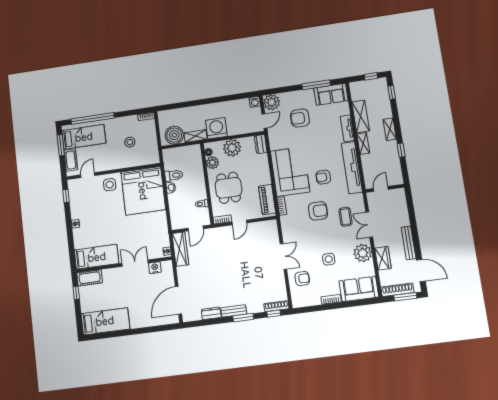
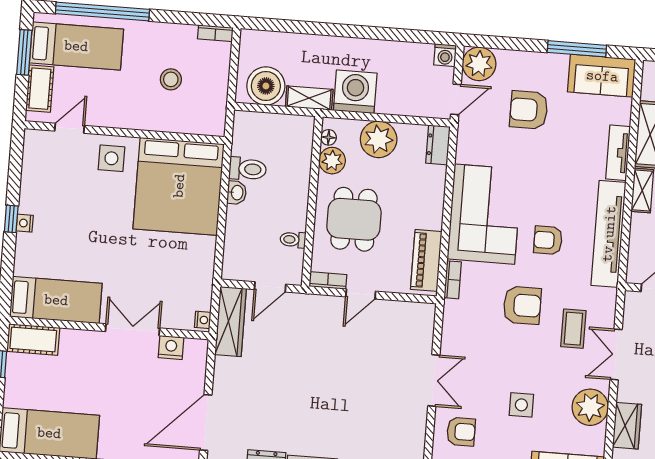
window: (66, 196) -> (11, 219), moved

